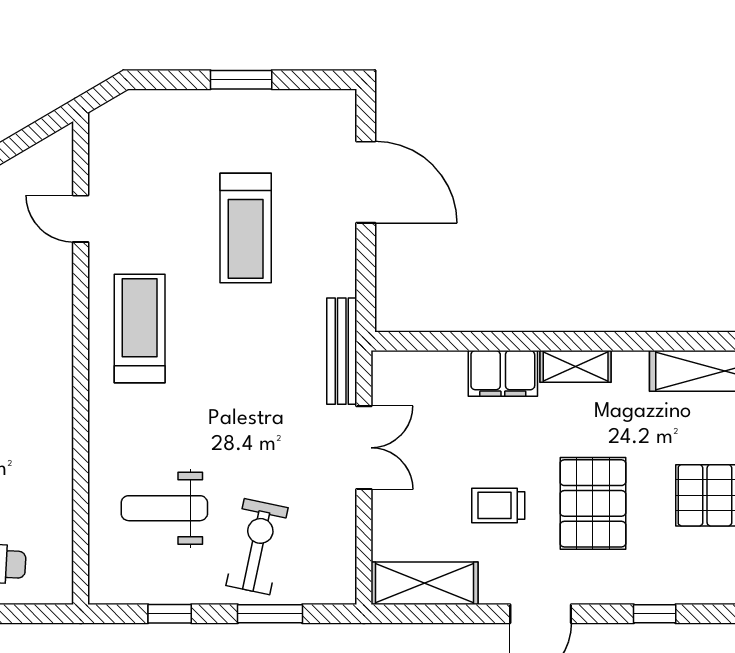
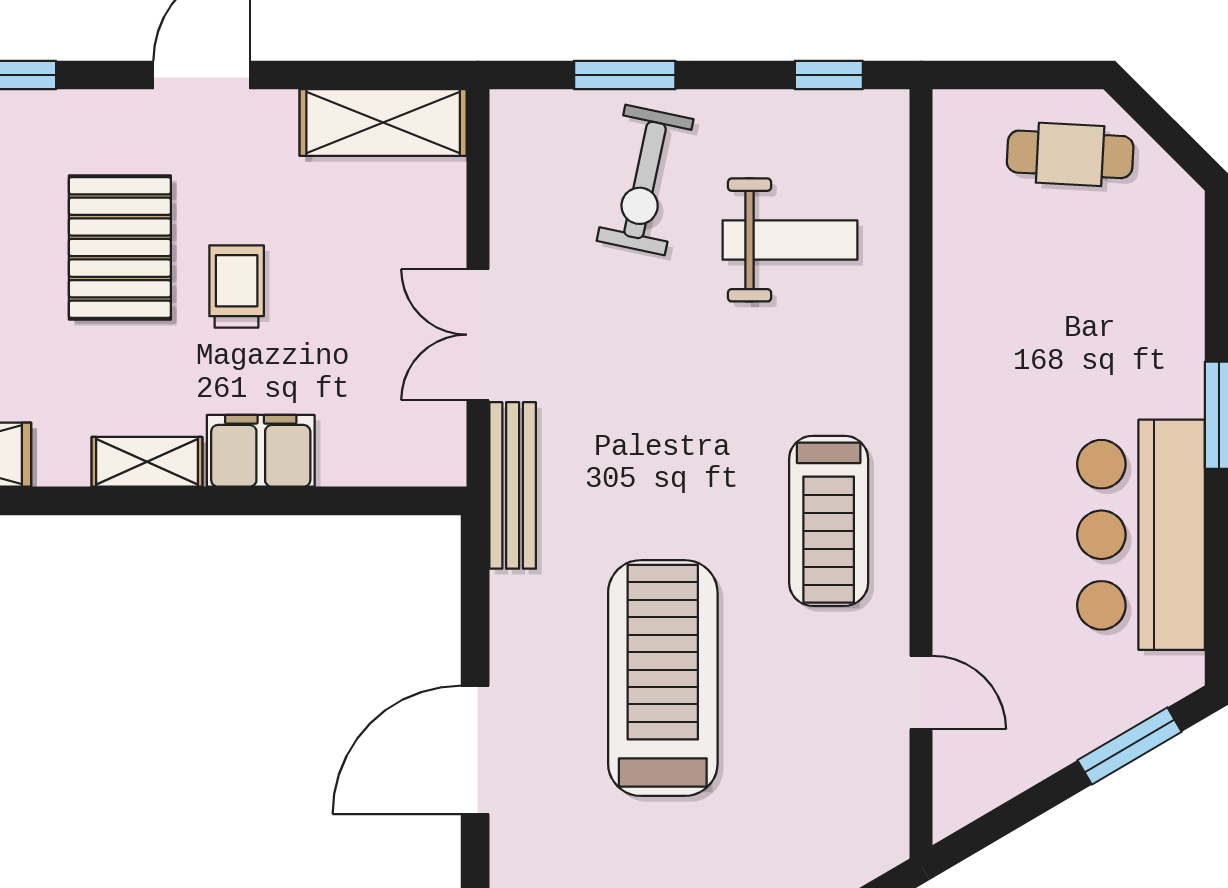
door: (366, 182) -> (475, 750), hinge flipped
treadmill: (246, 228) -> (663, 678), width x1.37, depth x1.38
trolley: (498, 505) -> (237, 287), moved, turned -90
window: (170, 614) -> (829, 75), moved

